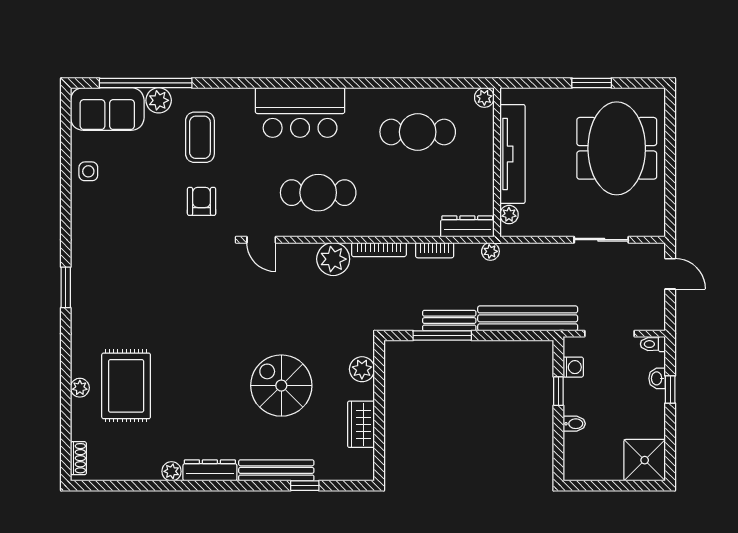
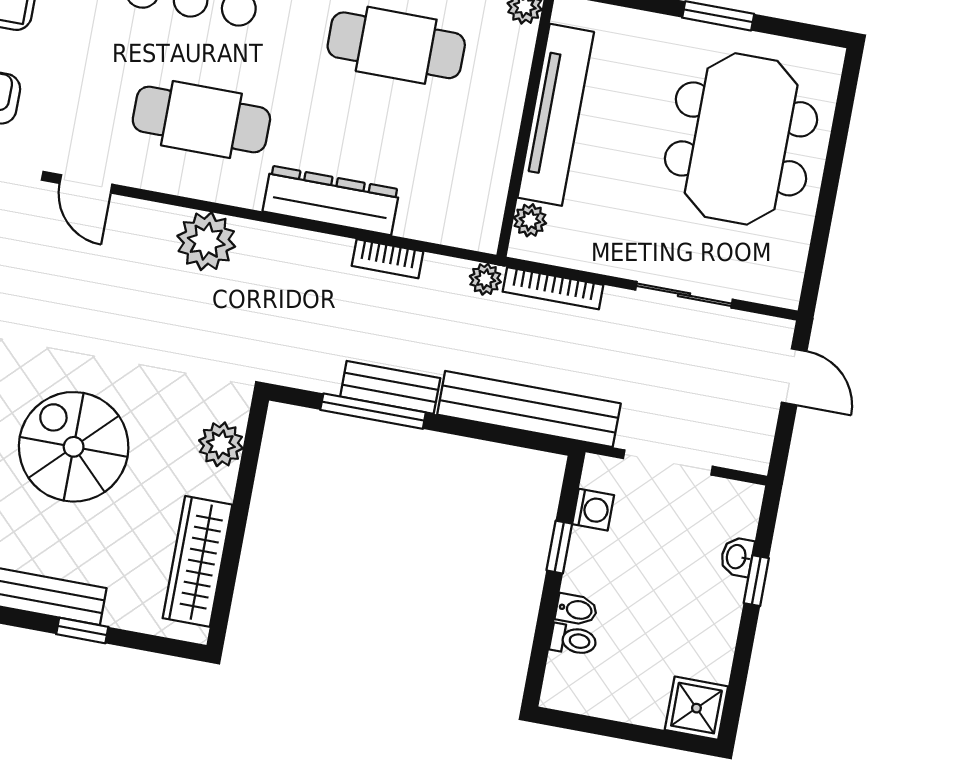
dresser: (467, 226) -> (331, 200), moved, width x1.37, depth x1.24
bookcase: (379, 250) -> (553, 288), moved
toilet: (653, 344) -> (573, 640), moved, turned 180
wardrobe: (361, 424) -> (198, 561), width x1.50
shower: (645, 460) -> (696, 708), width x0.73, depth x0.73

